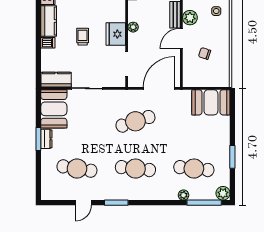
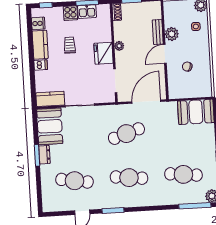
trolley: (83, 37) -> (70, 45), moved
plant: (183, 195) -> (175, 200), removed

